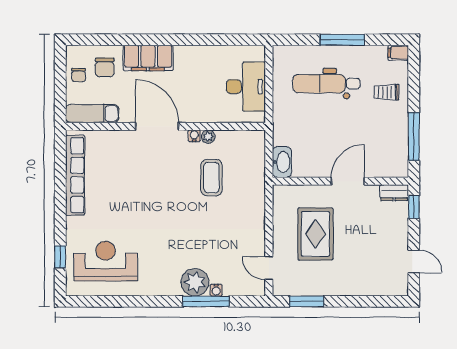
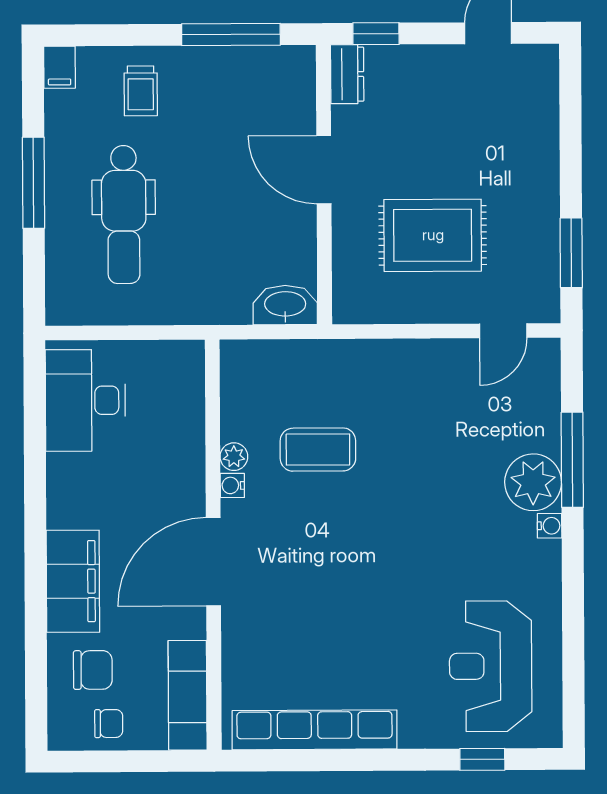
desk: (246, 87) -> (85, 400), moved, turned -90
water cooler: (216, 290) -> (550, 526), moved

